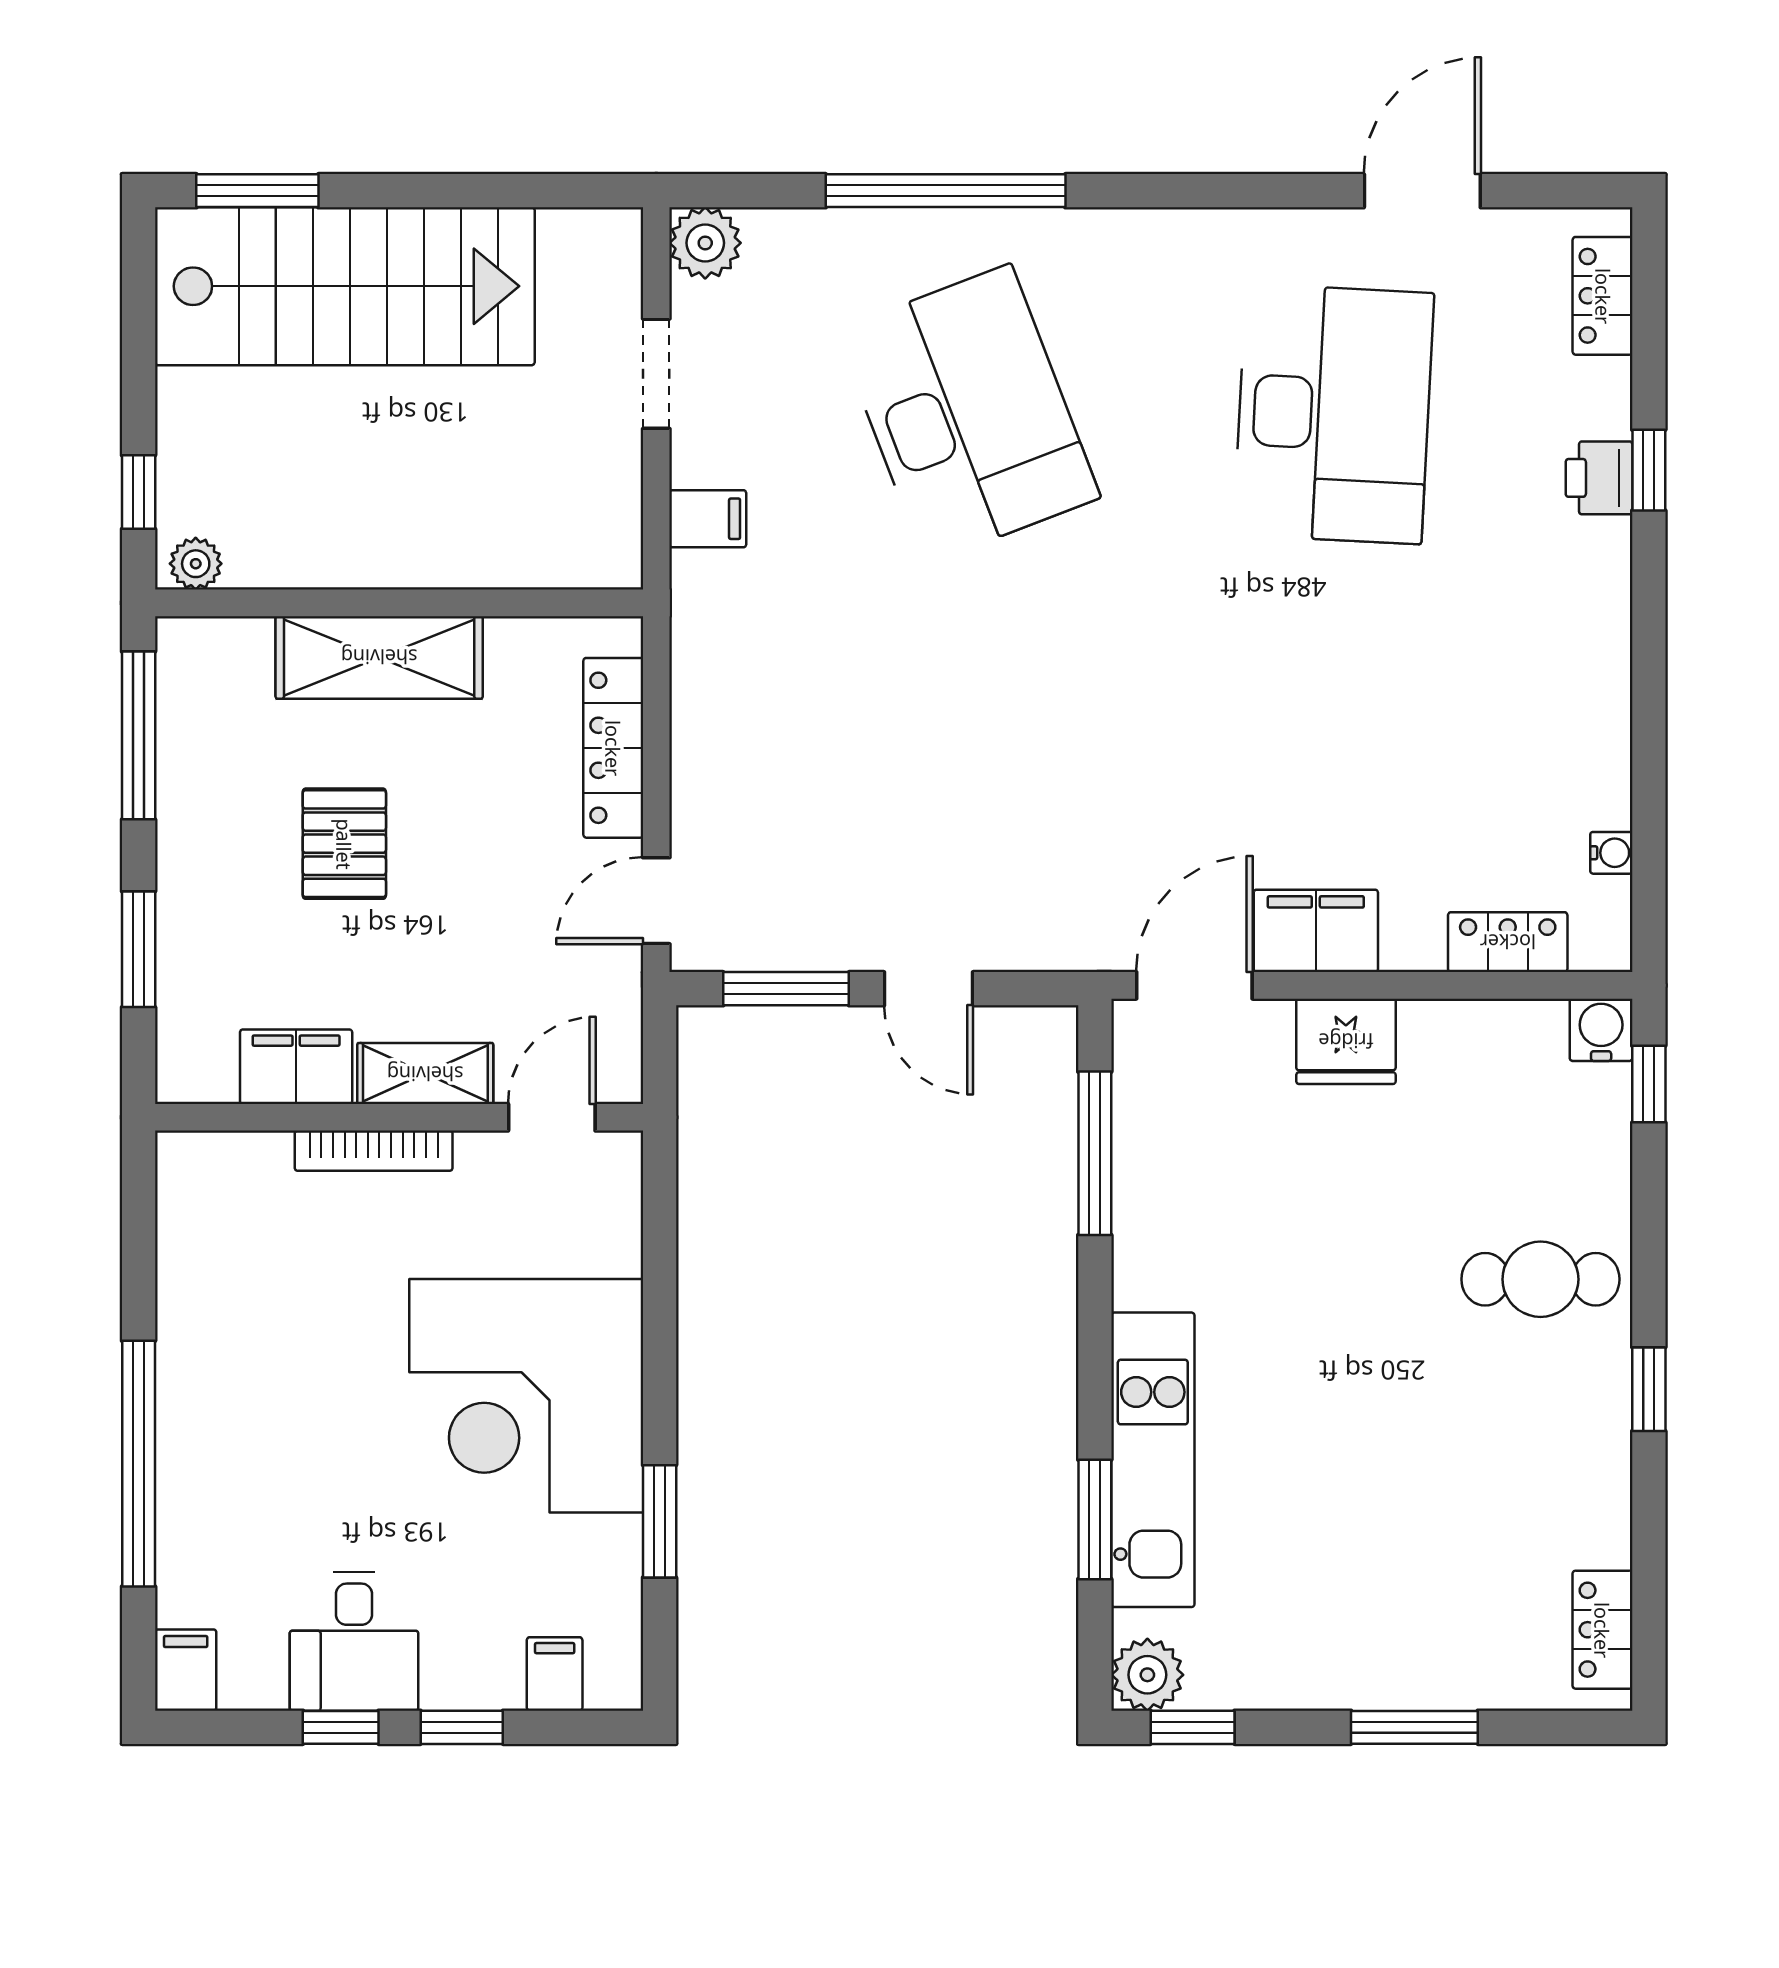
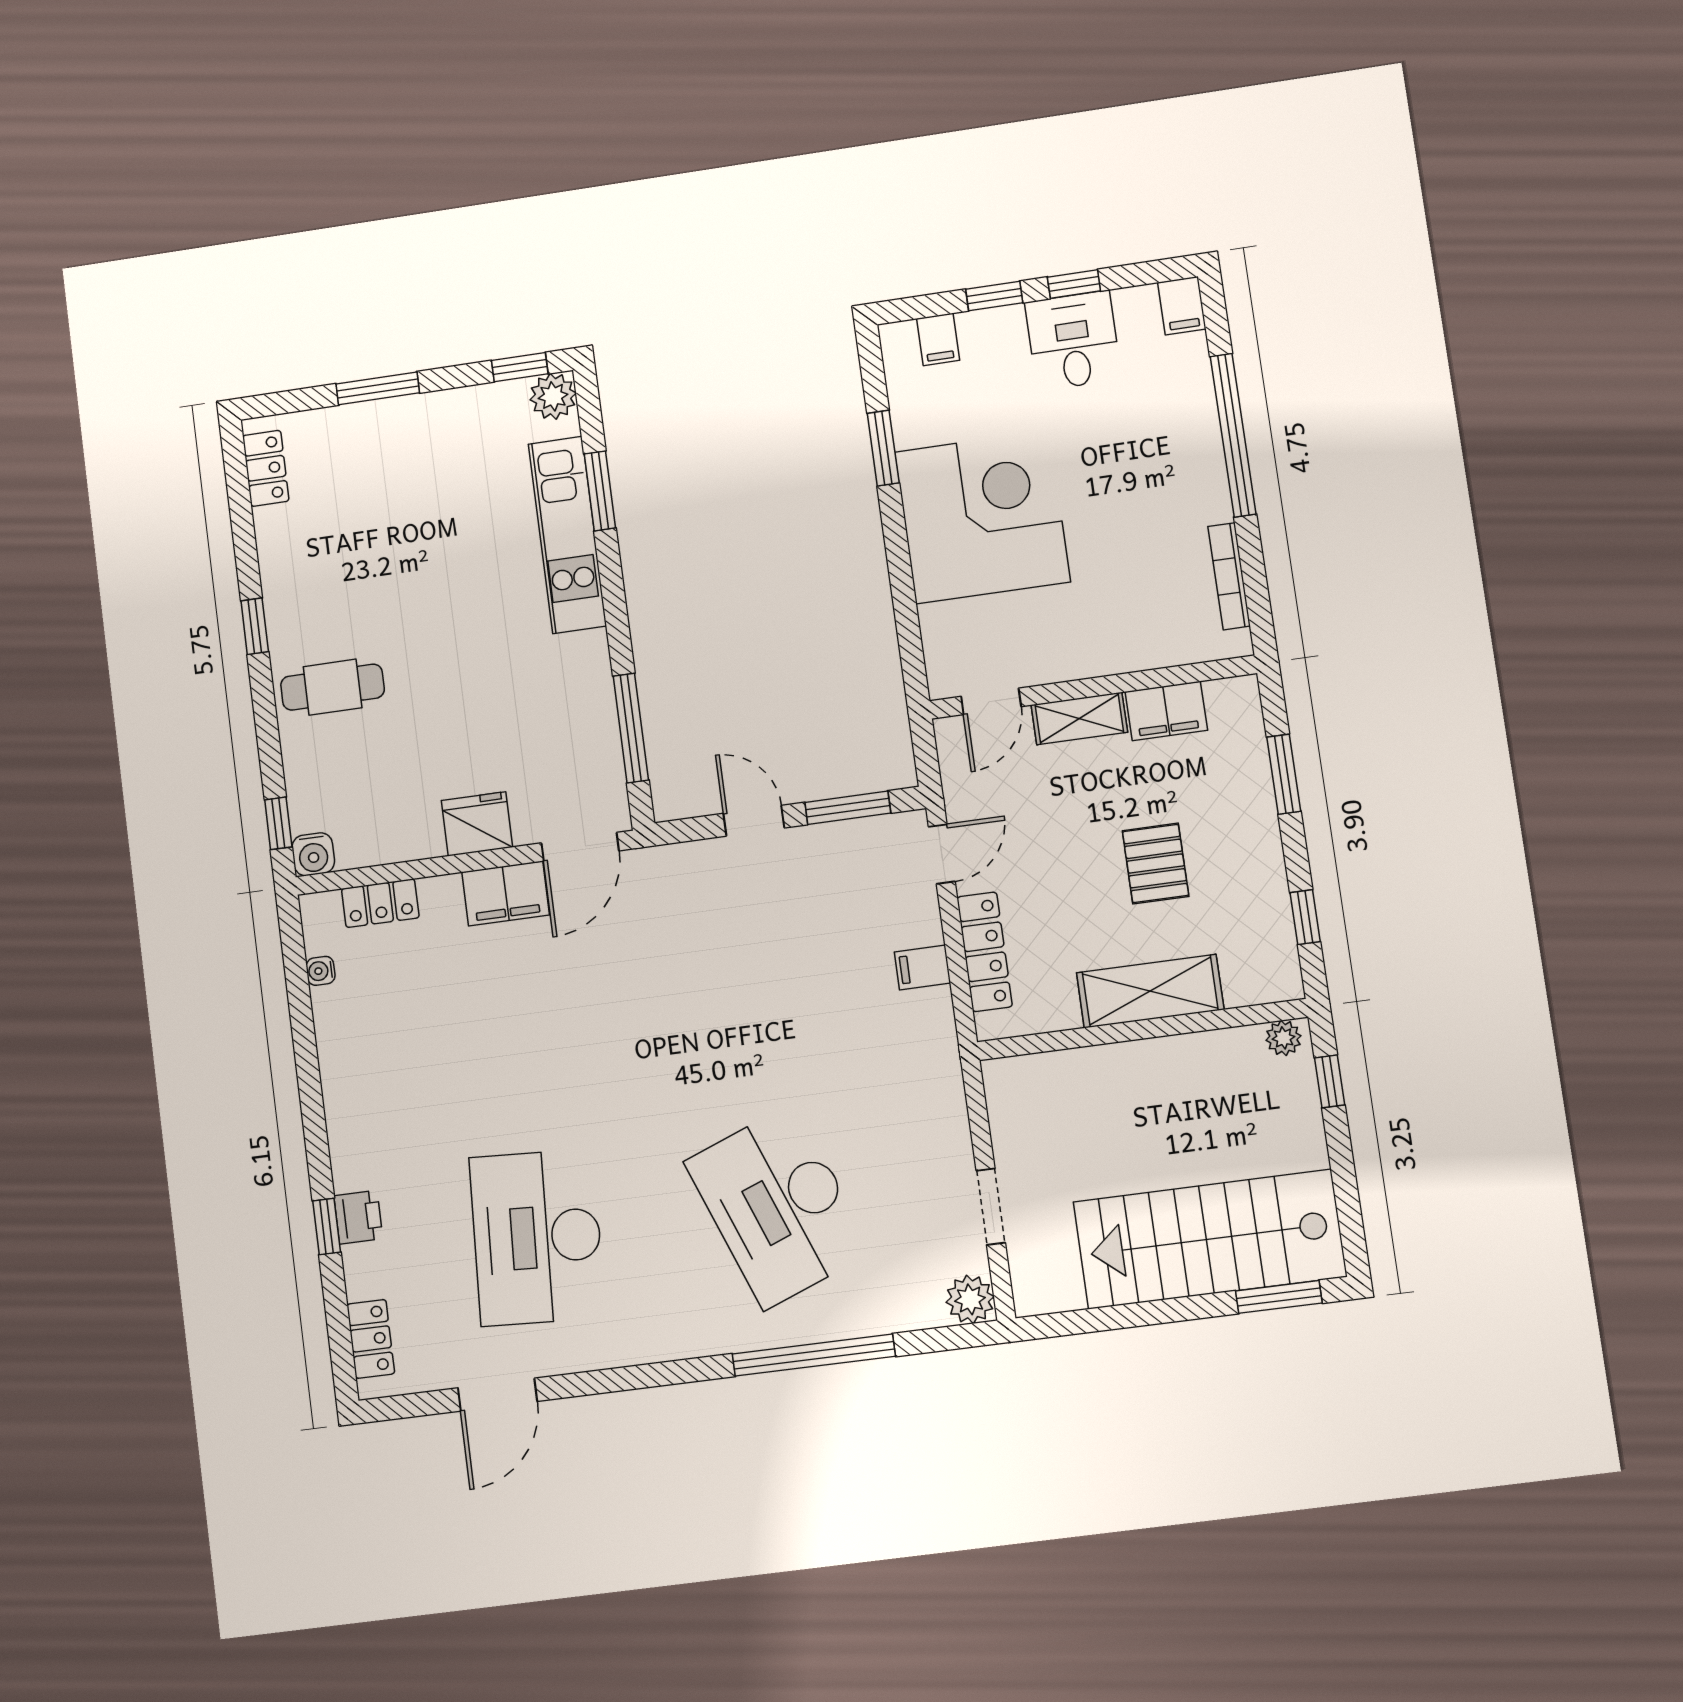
filing cabinet: (708, 519) -> (923, 968), moved
window: (139, 735) -> (1305, 917), width x0.46
bookcase: (374, 1151) -> (1229, 576), moved, turned -90

